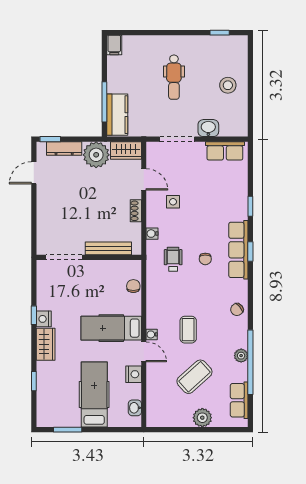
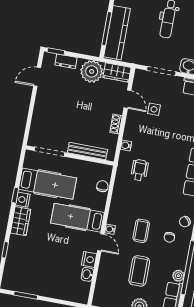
kitchen counter: (117, 115) -> (117, 33), width x1.50
dresser: (64, 149) -> (66, 61), width x0.70
side table: (173, 202) -> (154, 109), moved
chair: (205, 259) -> (169, 237), moved
plant: (241, 356) -> (178, 276), moved
coffee table: (194, 377) -> (139, 271), turned -48
hospital bed: (94, 394) -> (47, 184), moved, turned 90
washbasin: (135, 408) -> (87, 274), moved

